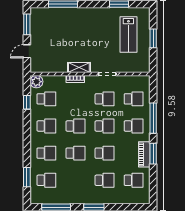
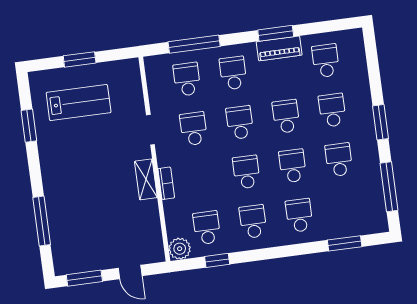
window: (153, 118) -> (194, 44), moved
school desk: (46, 180) -> (339, 160), moved

